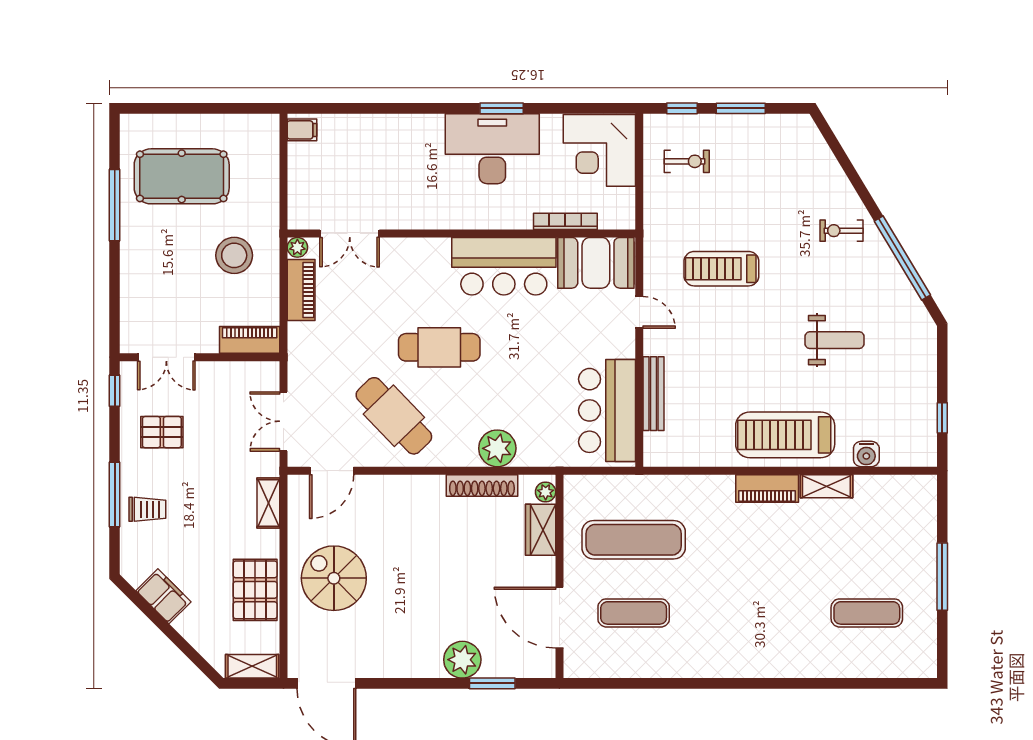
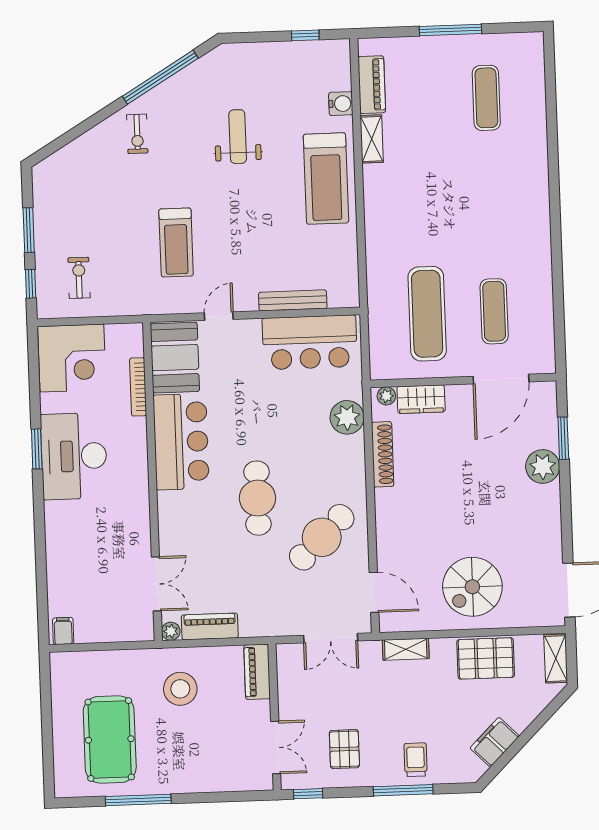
plant: (497, 448) -> (347, 417), moved
piano: (767, 488) -> (372, 85), moved

